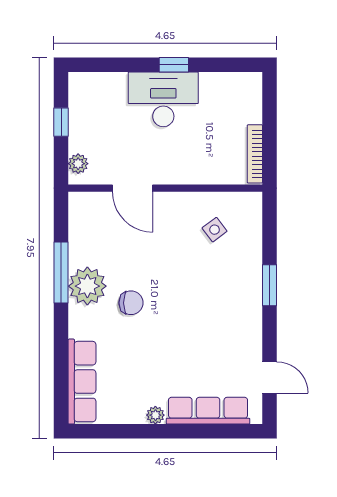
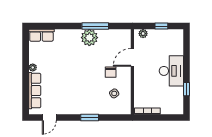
window: (174, 65) -> (187, 89), moved
chair: (131, 303) -> (111, 72), moved
row of seats: (82, 382) -> (41, 35), width x0.68

